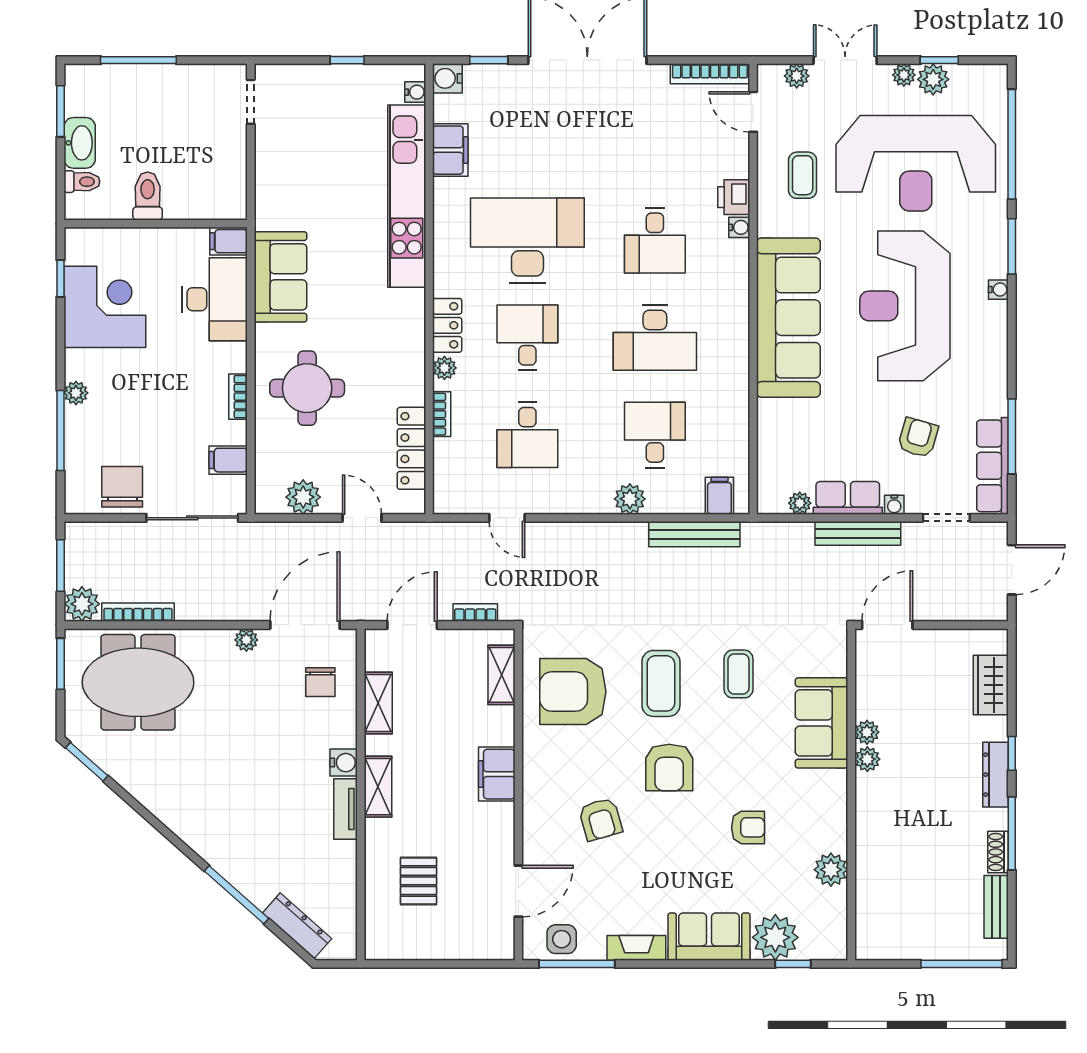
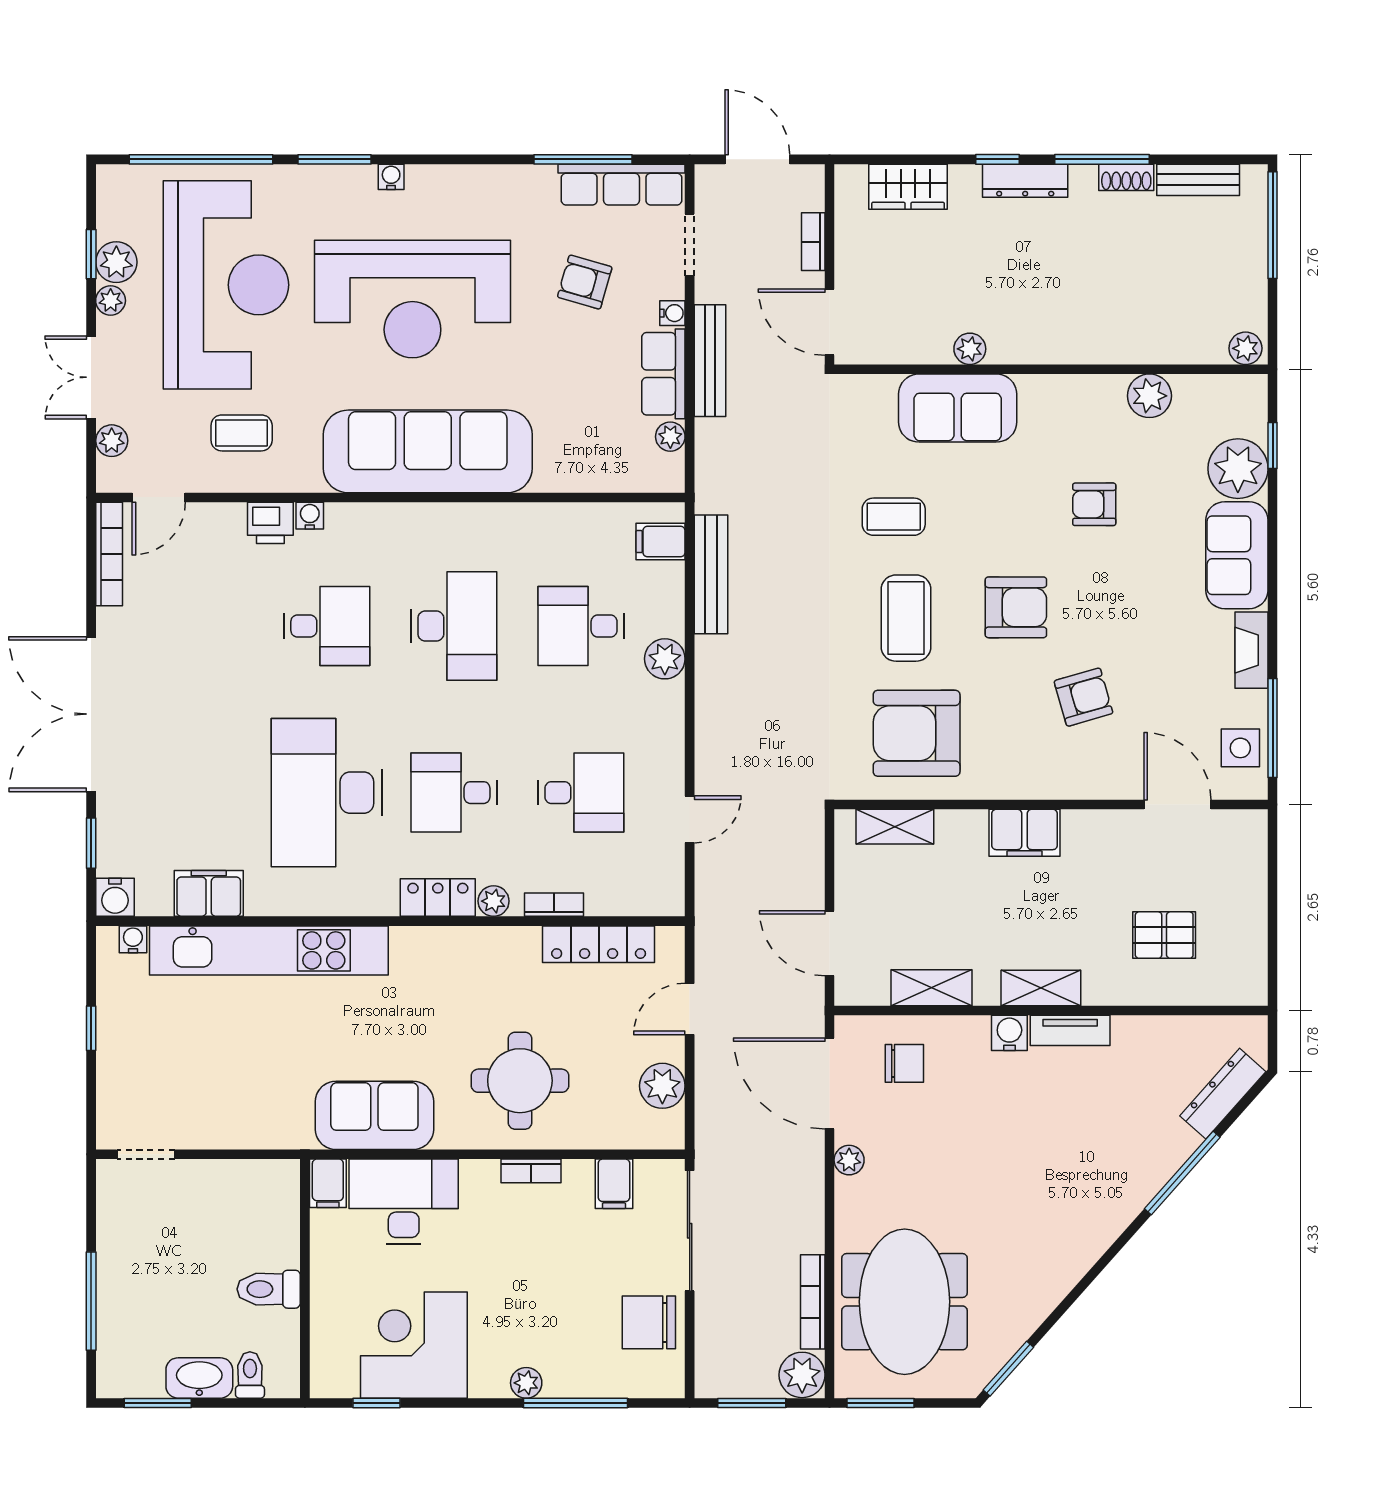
bookcase: (475, 612) -> (813, 242), moved
coffee table: (661, 683) -> (906, 618), turned 90
armchair: (573, 692) -> (917, 733), turned 90
plant: (867, 759) -> (1245, 348), moved
armchair: (748, 827) -> (1094, 504), turned -90

